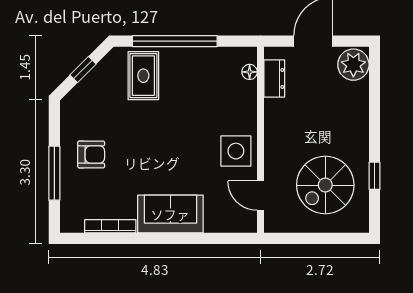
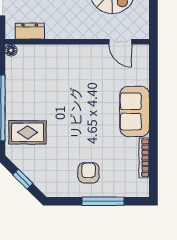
floor lamp: (250, 72) -> (11, 50), moved
side table: (236, 151) -> (86, 61), removed
door: (260, 196) -> (120, 42), hinge flipped

